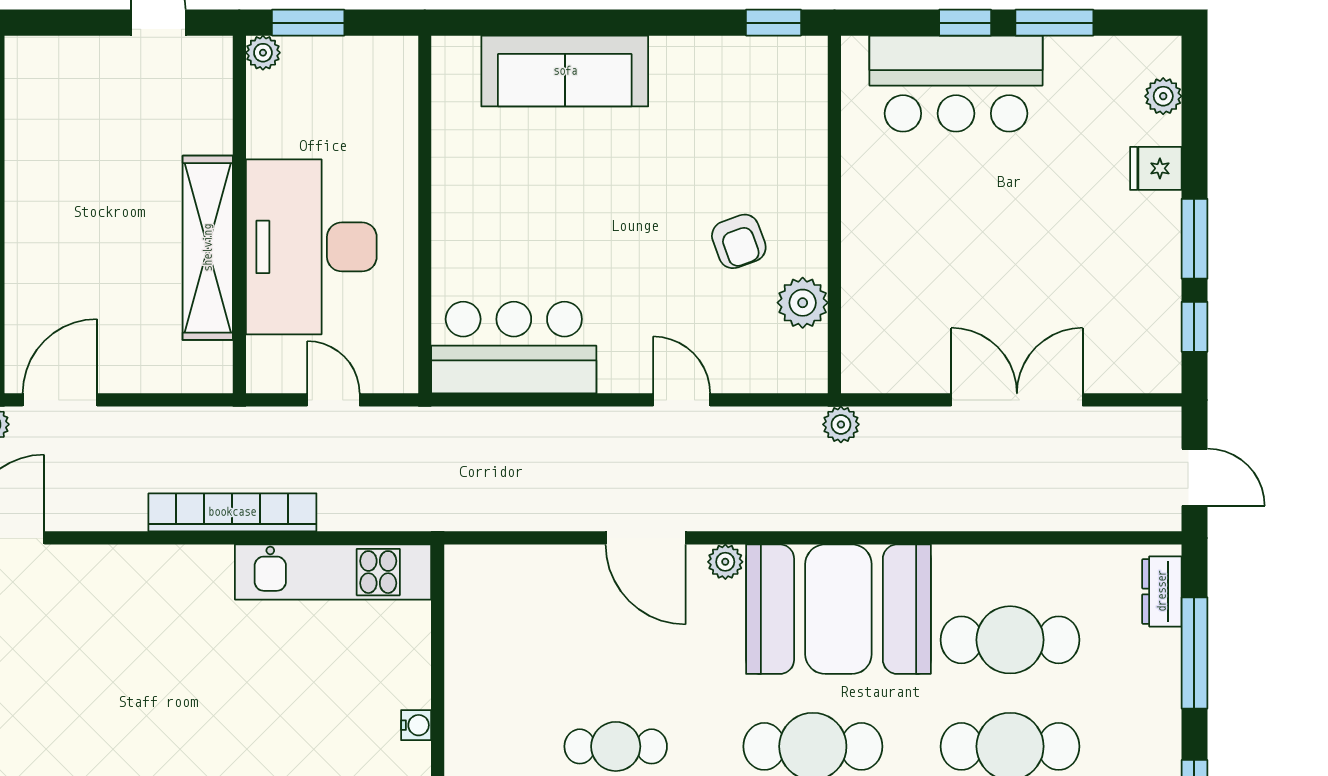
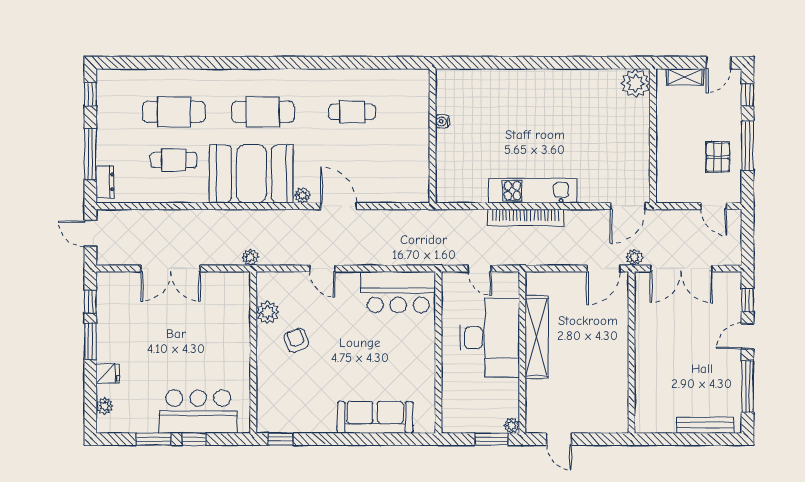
kitchen unit: (333, 572) -> (533, 191), moved
cafe table: (1010, 640) -> (174, 160), width x0.73, depth x0.74

